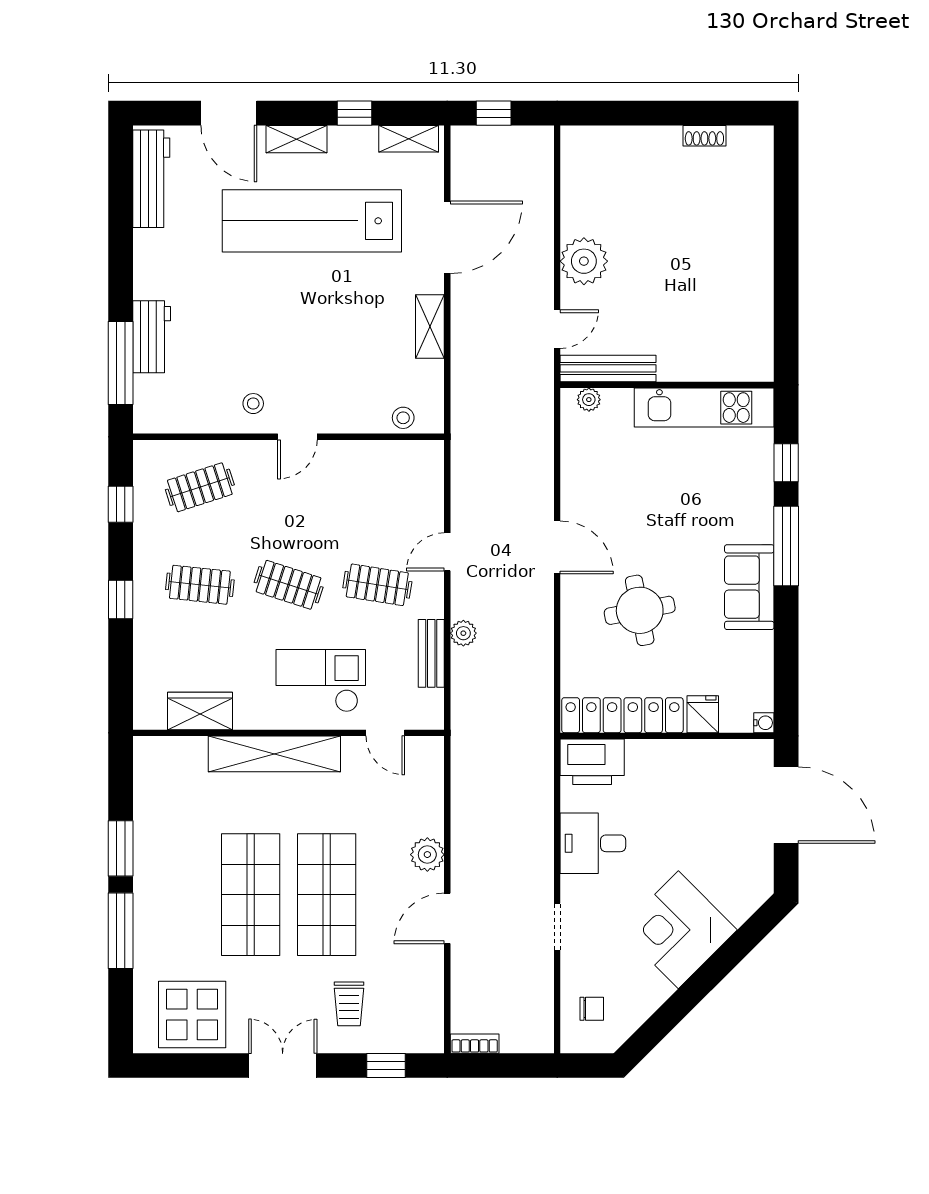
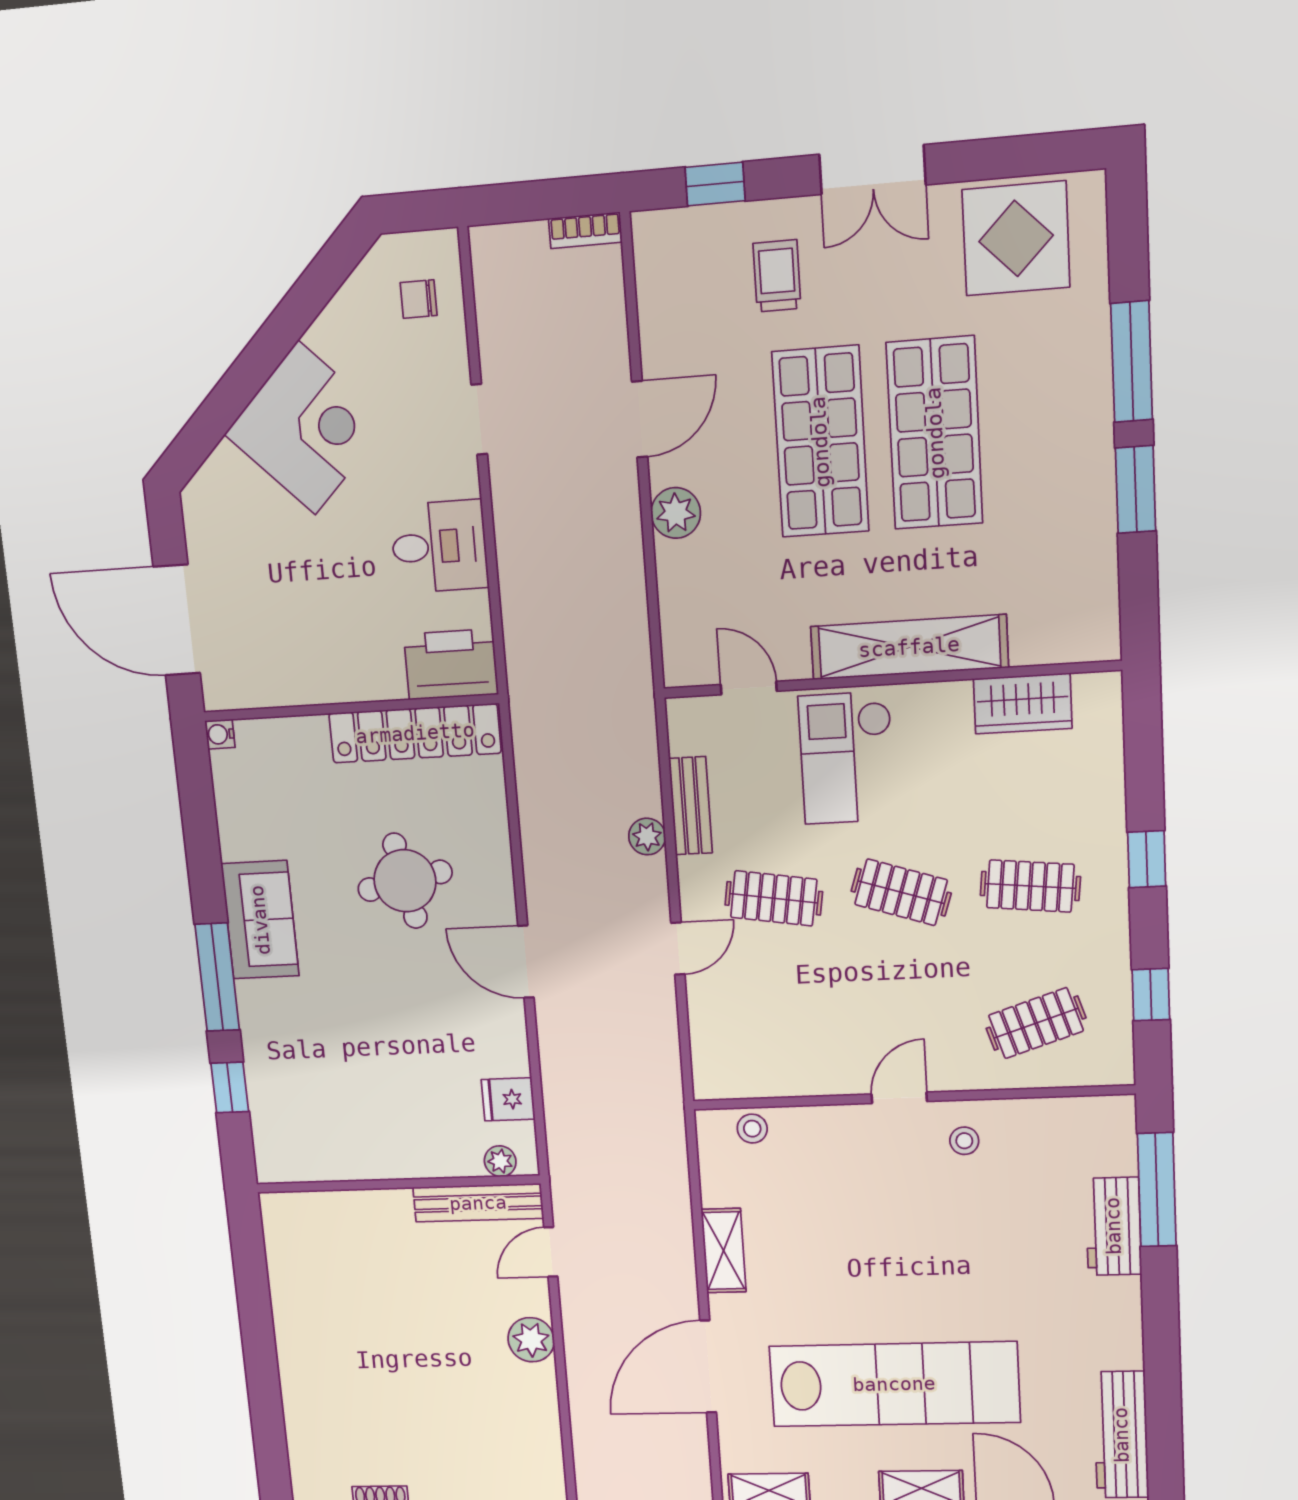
plant: (584, 261) -> (531, 1340), width x0.73, depth x0.73
kitchen unit: (704, 408) -> (345, 1156), removed
checkout: (321, 681) -> (847, 758), turned 90
fridge: (703, 714) -> (508, 1099), moved, turned 90

